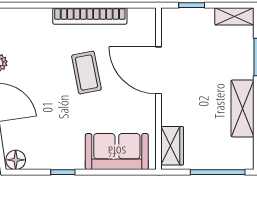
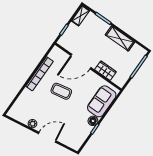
wardrobe: (172, 146) -> (105, 71), moved
floor lamp: (16, 160) -> (93, 121), moved

